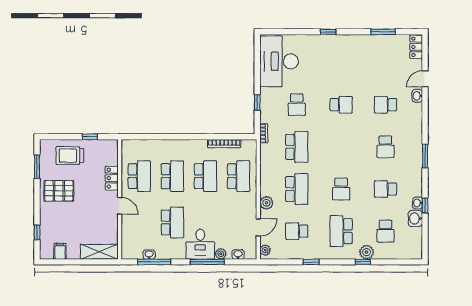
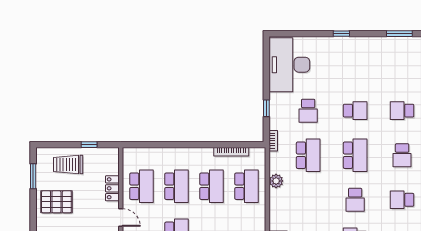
school desk: (297, 189) -> (355, 155), moved
plant: (266, 203) -> (276, 181), moved

